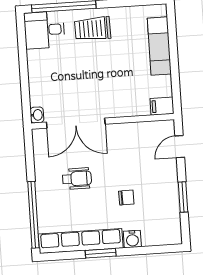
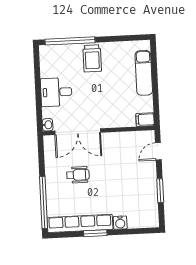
trolley: (93, 29) -> (92, 58), turned -89
desk: (44, 30) -> (56, 92), moved
chair: (126, 198) -> (116, 190), removed

